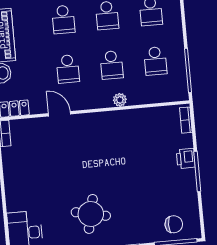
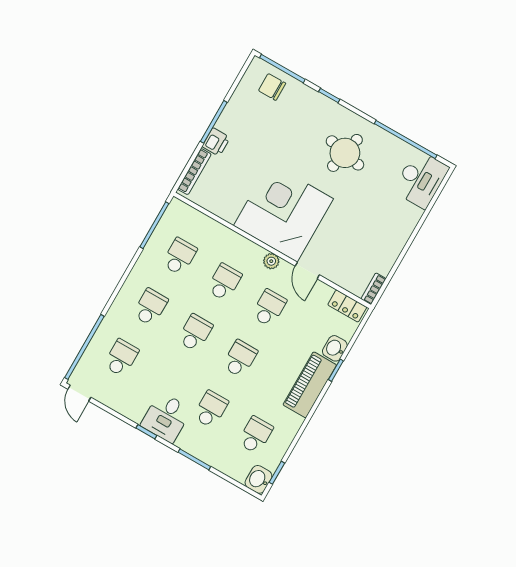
plant: (120, 100) -> (271, 261), moved
bookcase: (186, 120) -> (194, 172), width x1.56
corner desk: (105, 143) -> (283, 212), added

